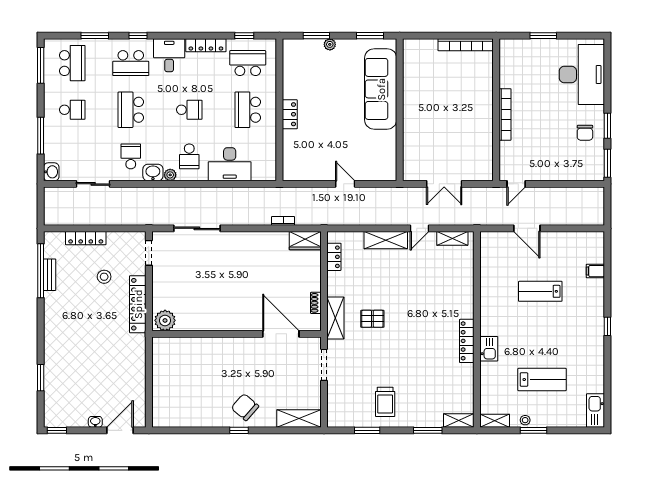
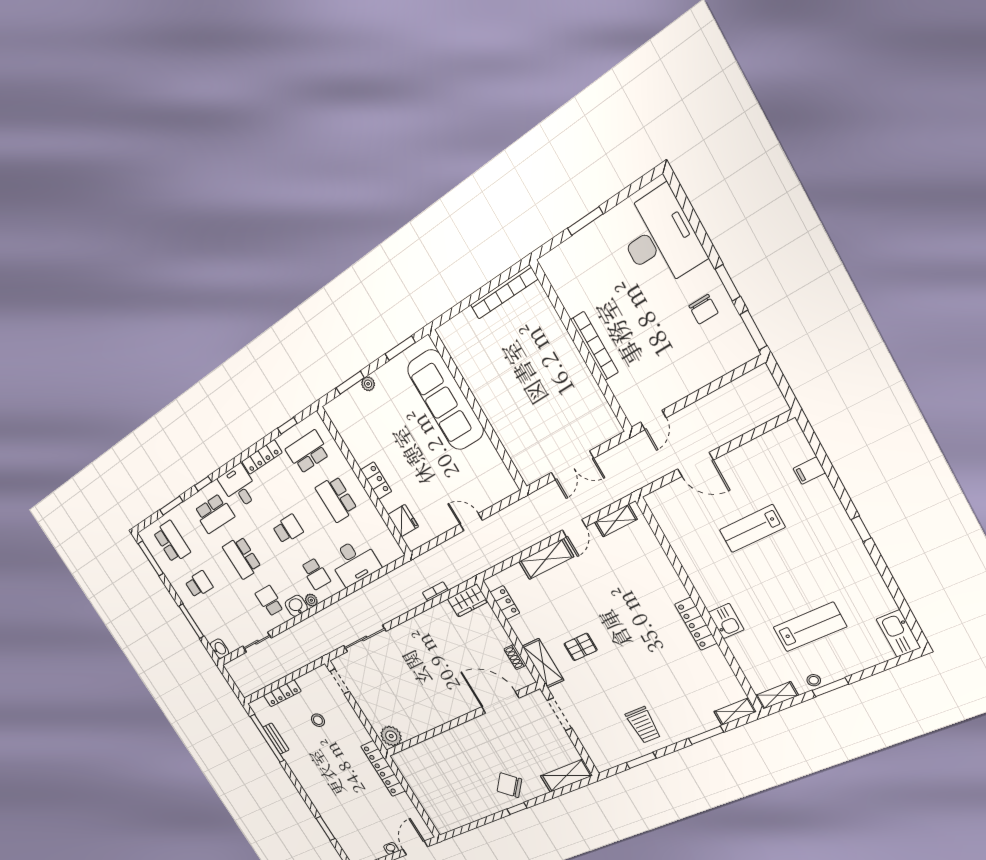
fridge: (292, 155) -> (403, 521), added
locker: (138, 304) -> (383, 769), moved

